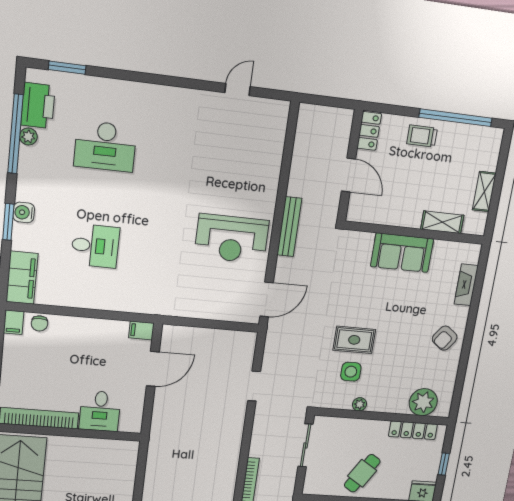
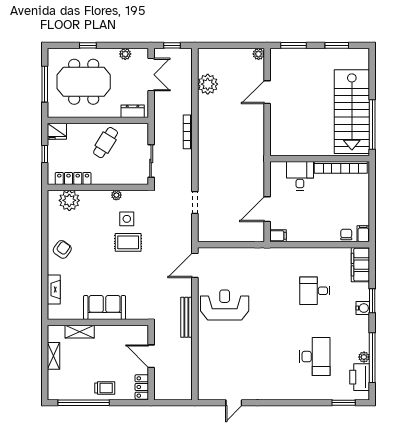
desk: (105, 146) -> (315, 357), turned 90

